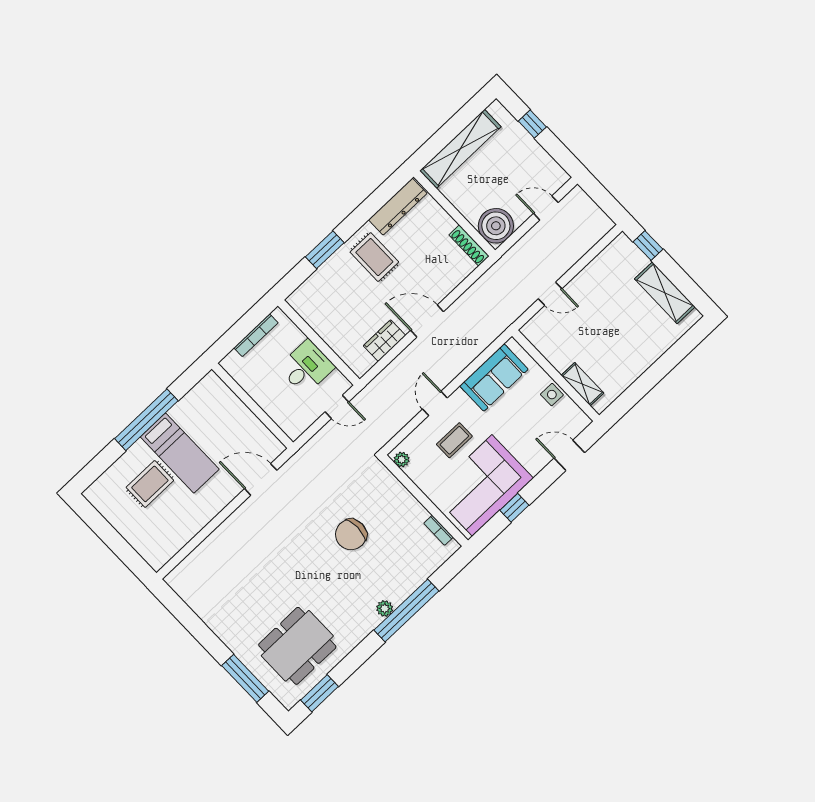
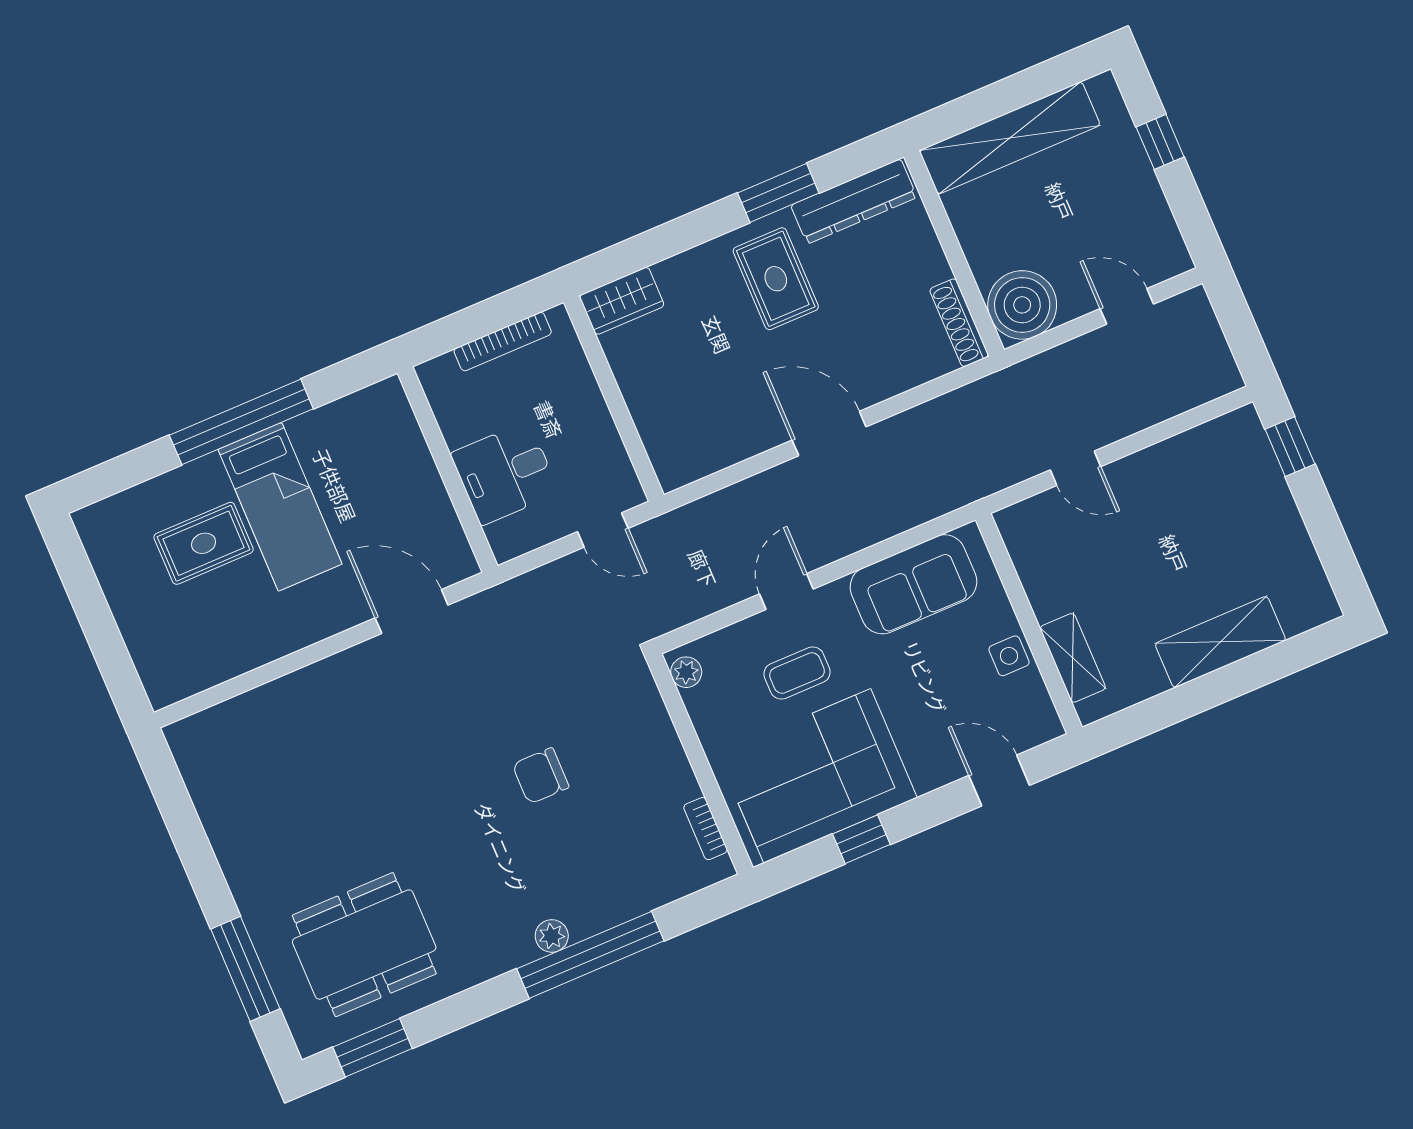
window: (325, 250) -> (778, 193), moved
shelving: (665, 293) -> (1220, 642), moved, turned 90
wardrobe: (385, 341) -> (622, 301), moved, turned 180
desk: (306, 367) -> (505, 473), moved, turned 180
chair: (351, 534) -> (541, 776), width x0.73, depth x0.73

